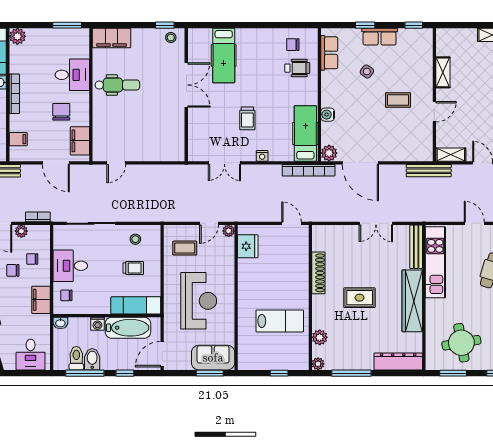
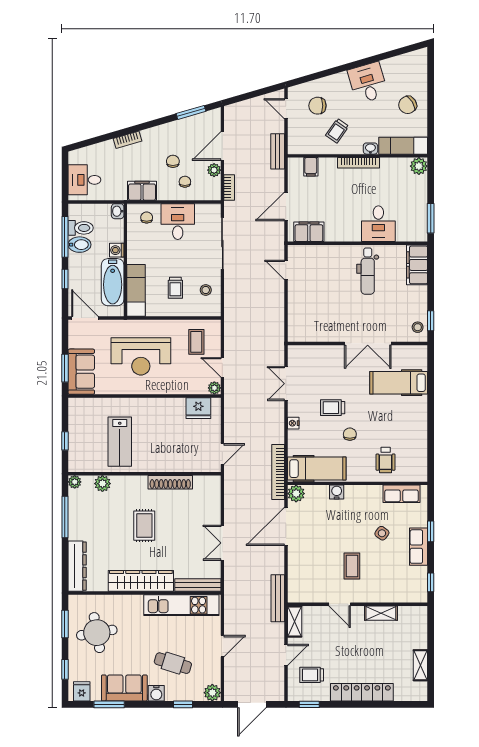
chair: (293, 45) -> (350, 434), moved
chair: (61, 112) -> (340, 212), removed

